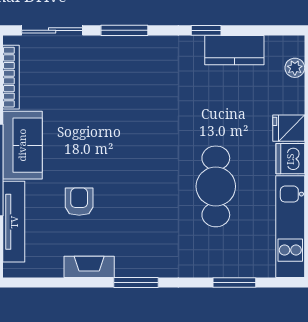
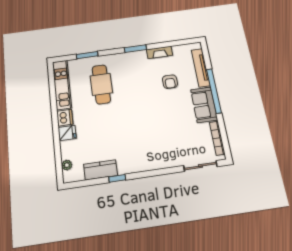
window: (124, 30) -> (162, 172), removed
cafe table: (216, 186) -> (101, 84), moved

